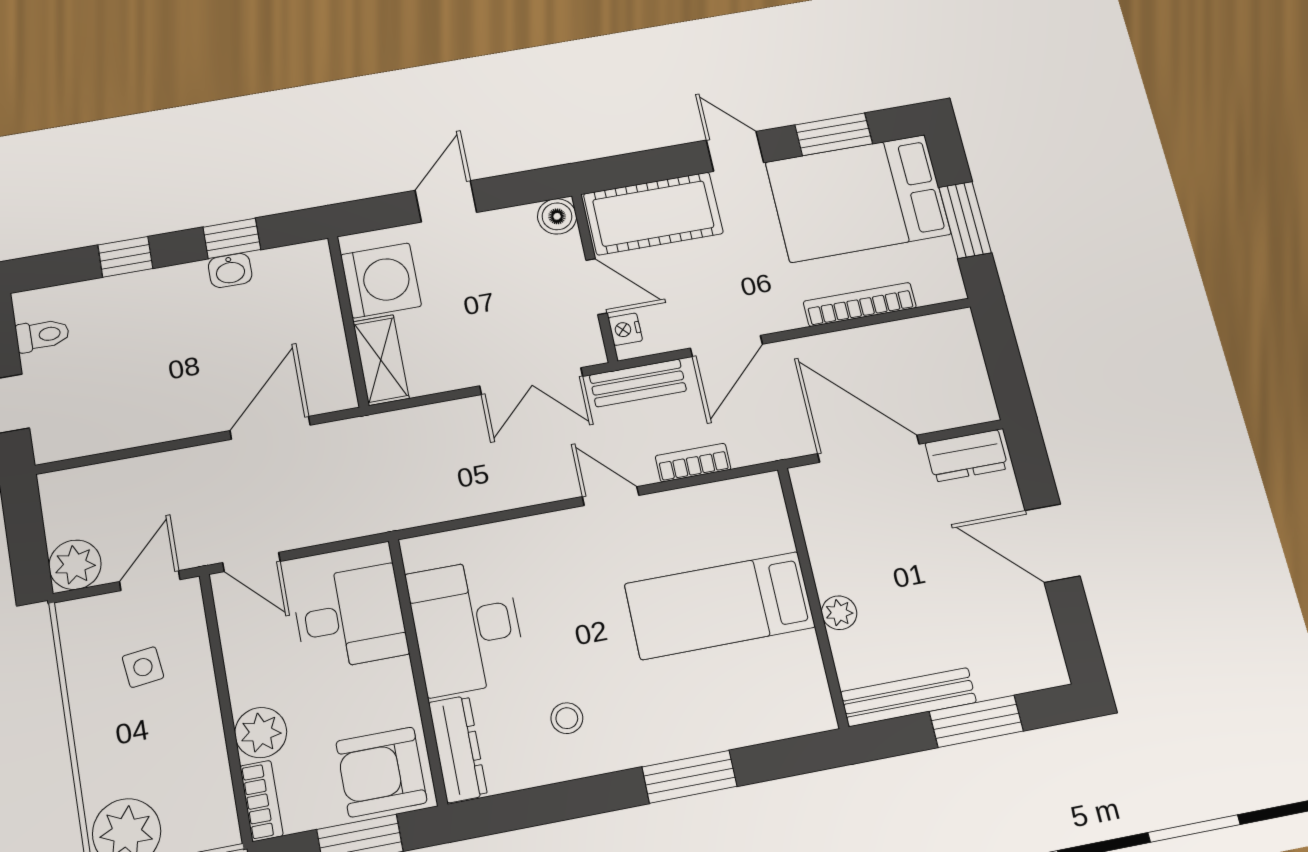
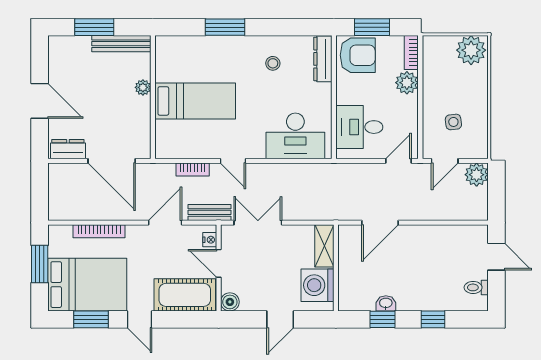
door: (251, 562) -> (399, 161), hinge flipped
desk: (467, 627) -> (295, 136), moved, turned 90

